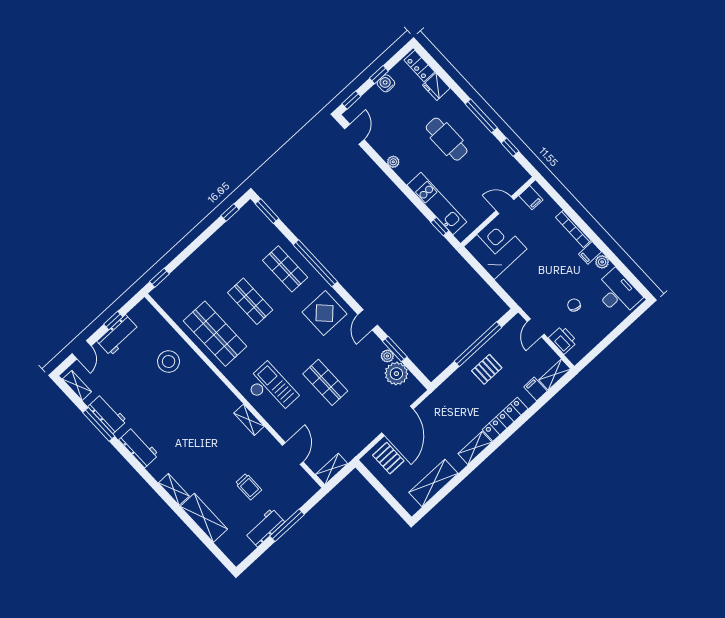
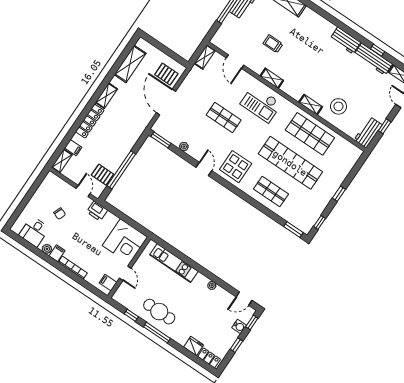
water cooler: (386, 83) -> (239, 326), moved
door: (354, 134) -> (244, 299), hinge flipped
cafe table: (447, 139) -> (159, 312), moved
door: (505, 205) -> (125, 273), hinge flipped
window: (440, 227) -> (168, 247), removed
window: (315, 263) -> (250, 200), removed
window: (159, 278) -> (339, 194), moved
desk: (617, 293) -> (34, 232), width x0.73
shop shelf: (250, 301) -> (290, 163), width x2.00, depth x1.36
workbench: (118, 335) -> (368, 132), moved
printer: (563, 340) -> (97, 211), moved
window: (395, 349) -> (161, 140), moved
pallet: (487, 369) -> (102, 175), moved, turned 90
plant: (396, 374) -> (175, 136), removed
workbench: (107, 414) -> (373, 59), width x1.37
window: (99, 424) -> (378, 50), width x0.46
trolley: (248, 487) -> (273, 44), moved
shelving: (174, 489) -> (311, 105), moved

